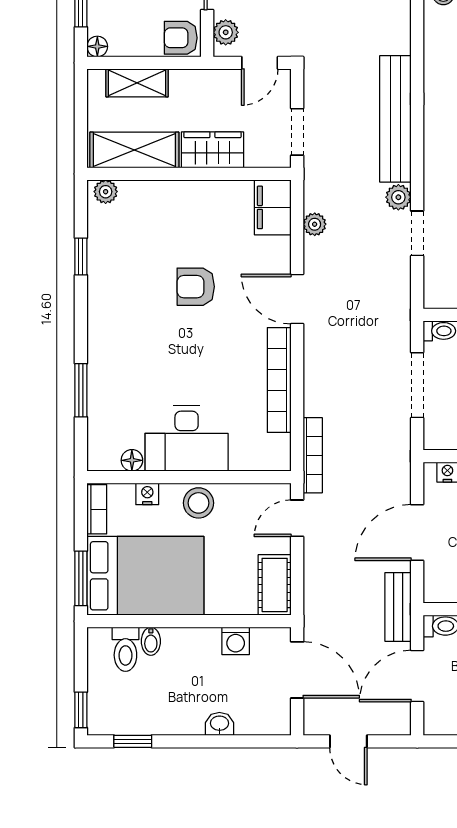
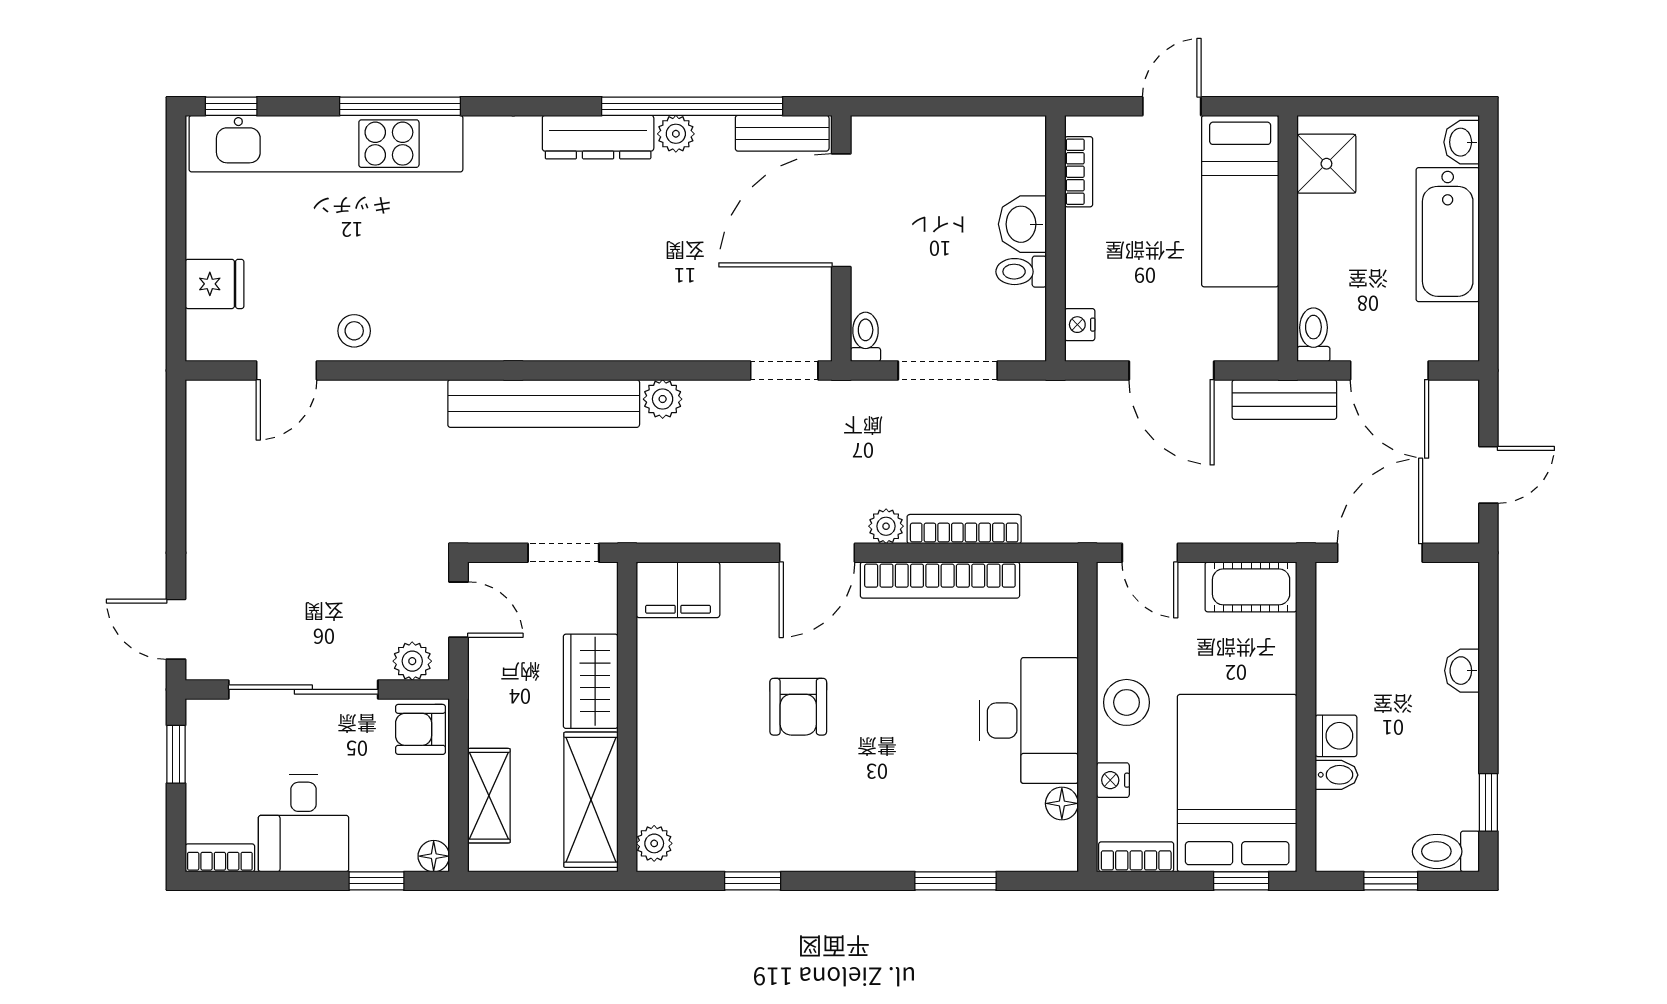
armchair: (181, 38) -> (421, 729), turned 90
plant: (315, 224) -> (886, 526), moved
doorway: (417, 233) -> (784, 371), moved
bookcase: (313, 455) -> (964, 529), moved
window: (81, 578) -> (1241, 881), width x0.67
washing machine: (236, 641) -> (1336, 736), moved
toilet: (125, 649) -> (1446, 851), moved, turned 180
window: (81, 710) -> (1391, 881), moved

